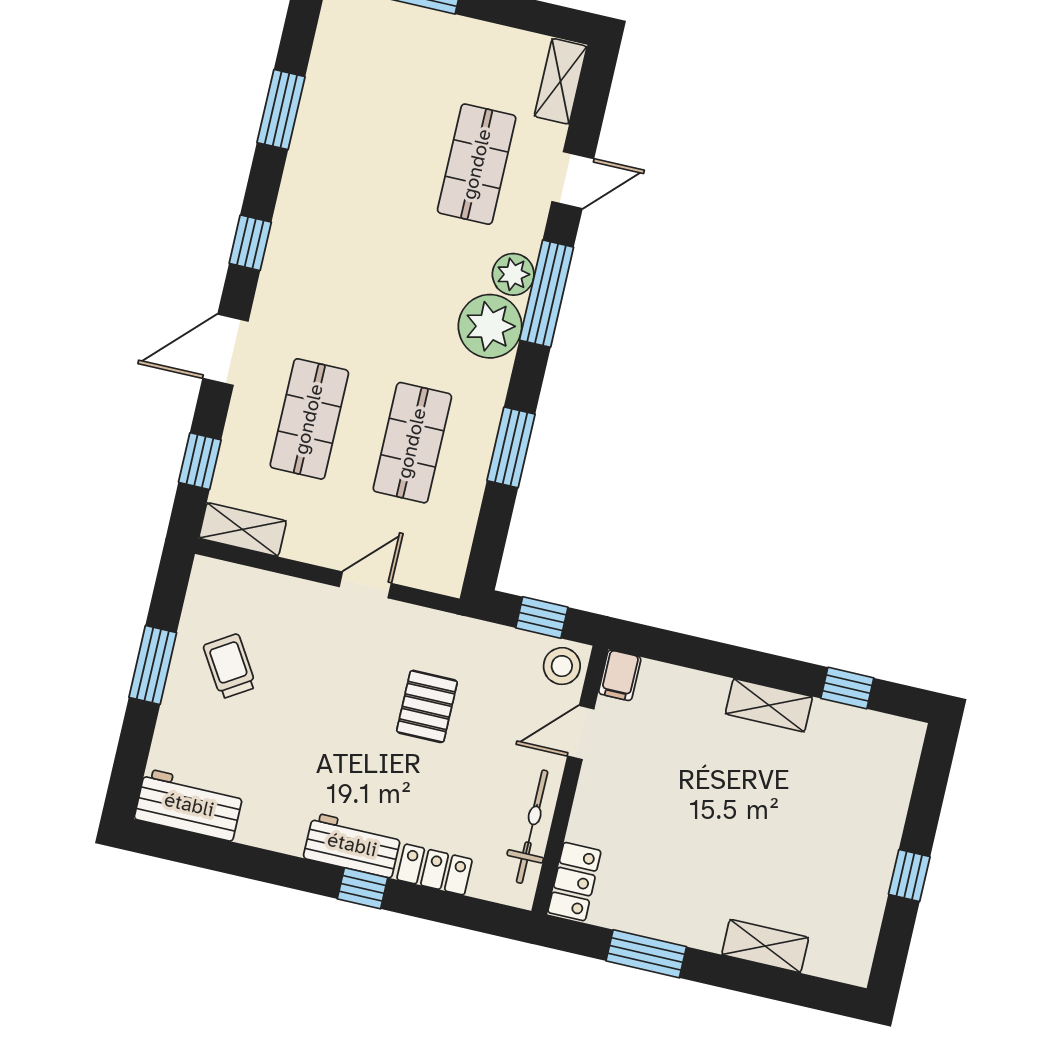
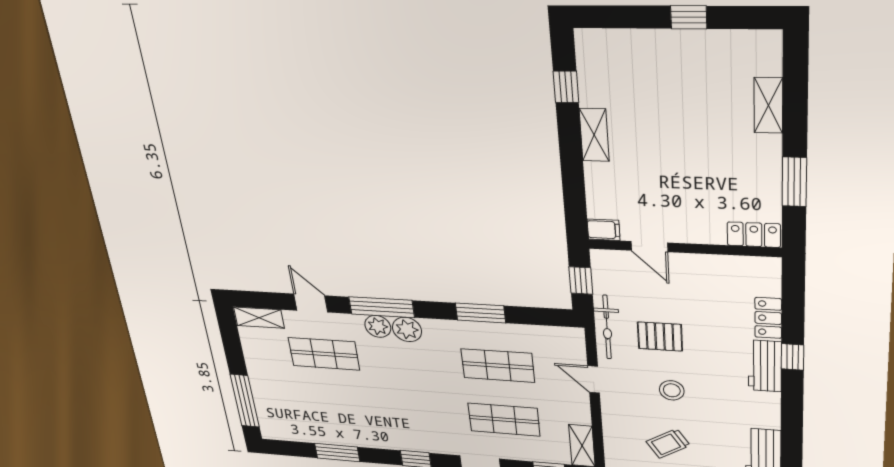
plant: (490, 326) -> (407, 329), width x0.73, depth x0.73
stool: (562, 666) -> (672, 390), moved
bicycle: (532, 827) -> (607, 327), moved, turned -90

